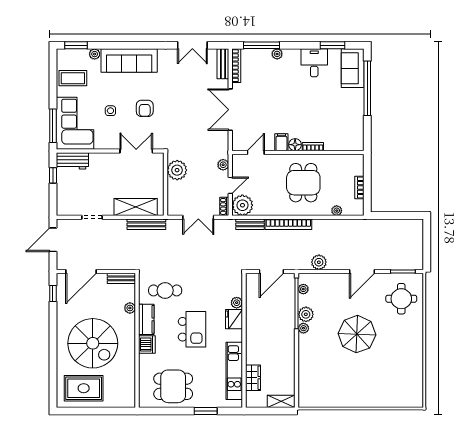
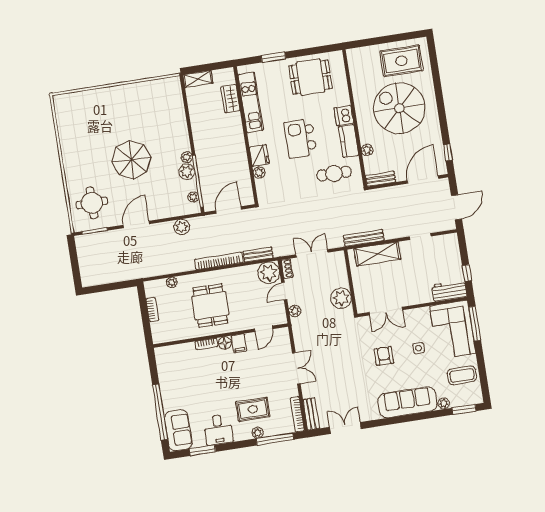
rug: (278, 77) -> (253, 409), added
double door: (230, 110) -> (296, 368), width x0.73

